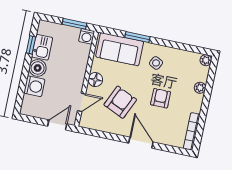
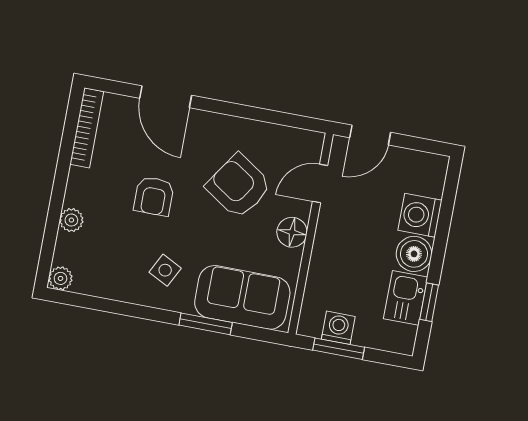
washing machine: (87, 36) -> (338, 328), moved
armchair: (120, 102) -> (239, 186), turned 100
door: (141, 143) -> (166, 97), moved

